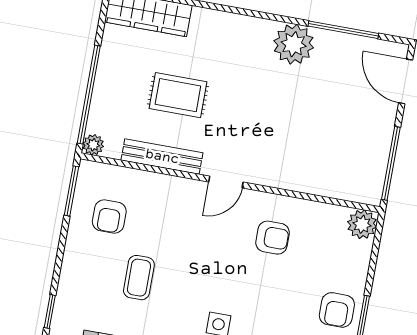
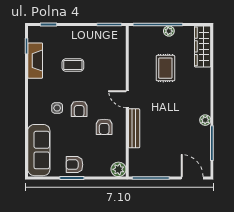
plant: (294, 44) -> (205, 120), width x0.53, depth x0.53
door: (406, 81) -> (192, 178), hinge flipped
plant: (93, 145) -> (169, 31), moved
bench: (162, 157) -> (134, 128), moved
armchair: (109, 217) -> (79, 109), moved, turned -90

